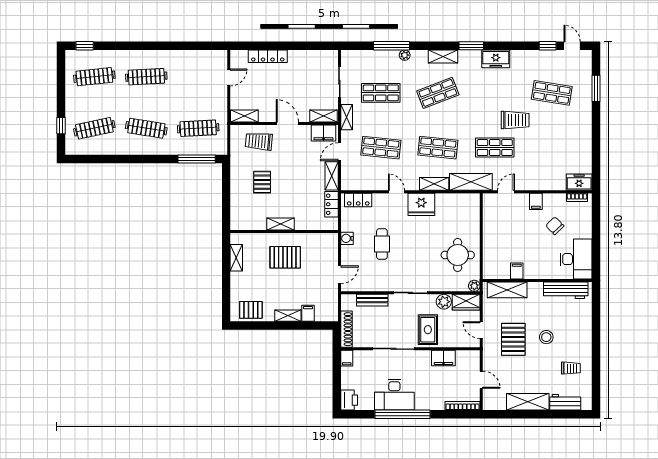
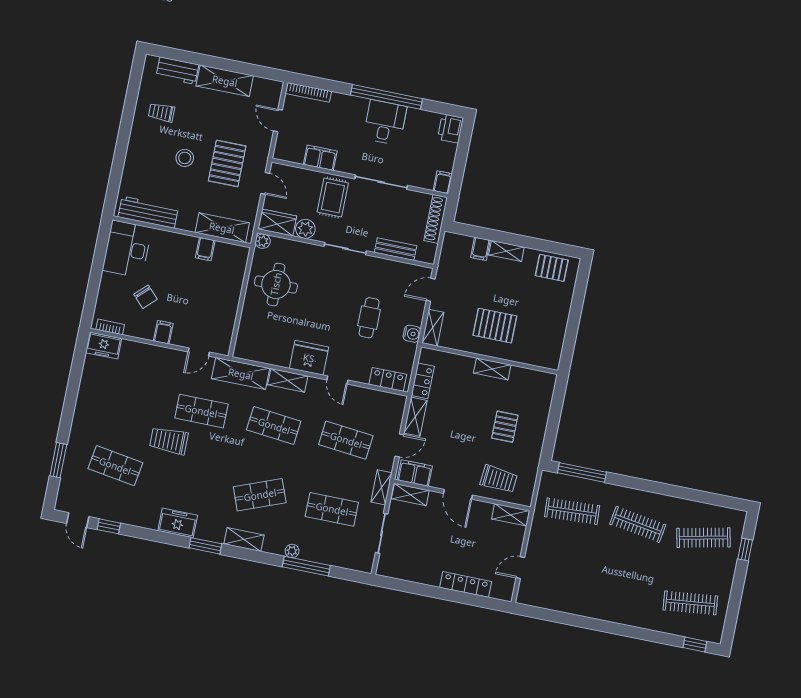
clothes rail: (146, 77) -> (625, 590), removed
shelving: (236, 258) -> (433, 328), moved
desk: (394, 395) -> (385, 122), width x0.73

